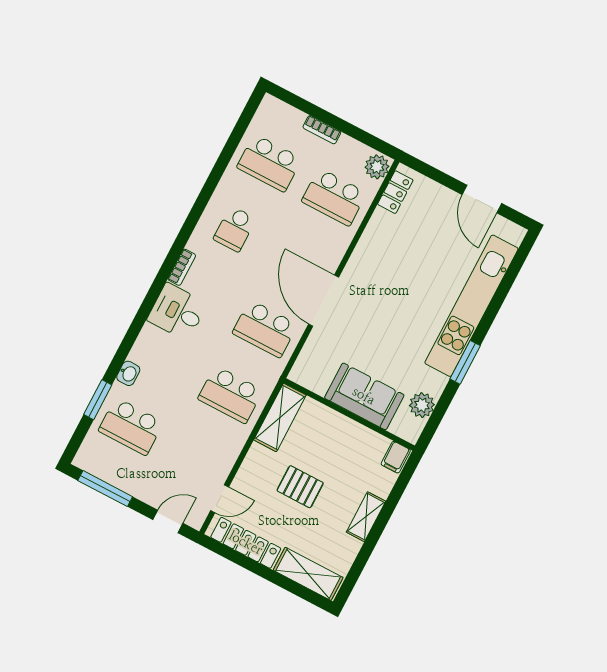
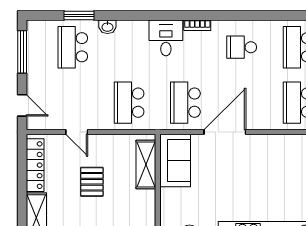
sofa: (364, 396) -> (175, 161), moved
shelving: (280, 417) -> (146, 164), moved, turned 90
door: (220, 499) -> (77, 132), moved

